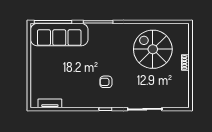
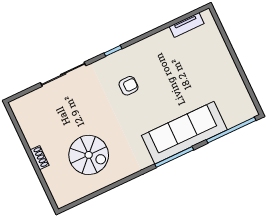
sofa: (59, 35) -> (184, 133), moved
spiral stairs: (153, 49) -> (89, 155), width x0.73, depth x0.73

